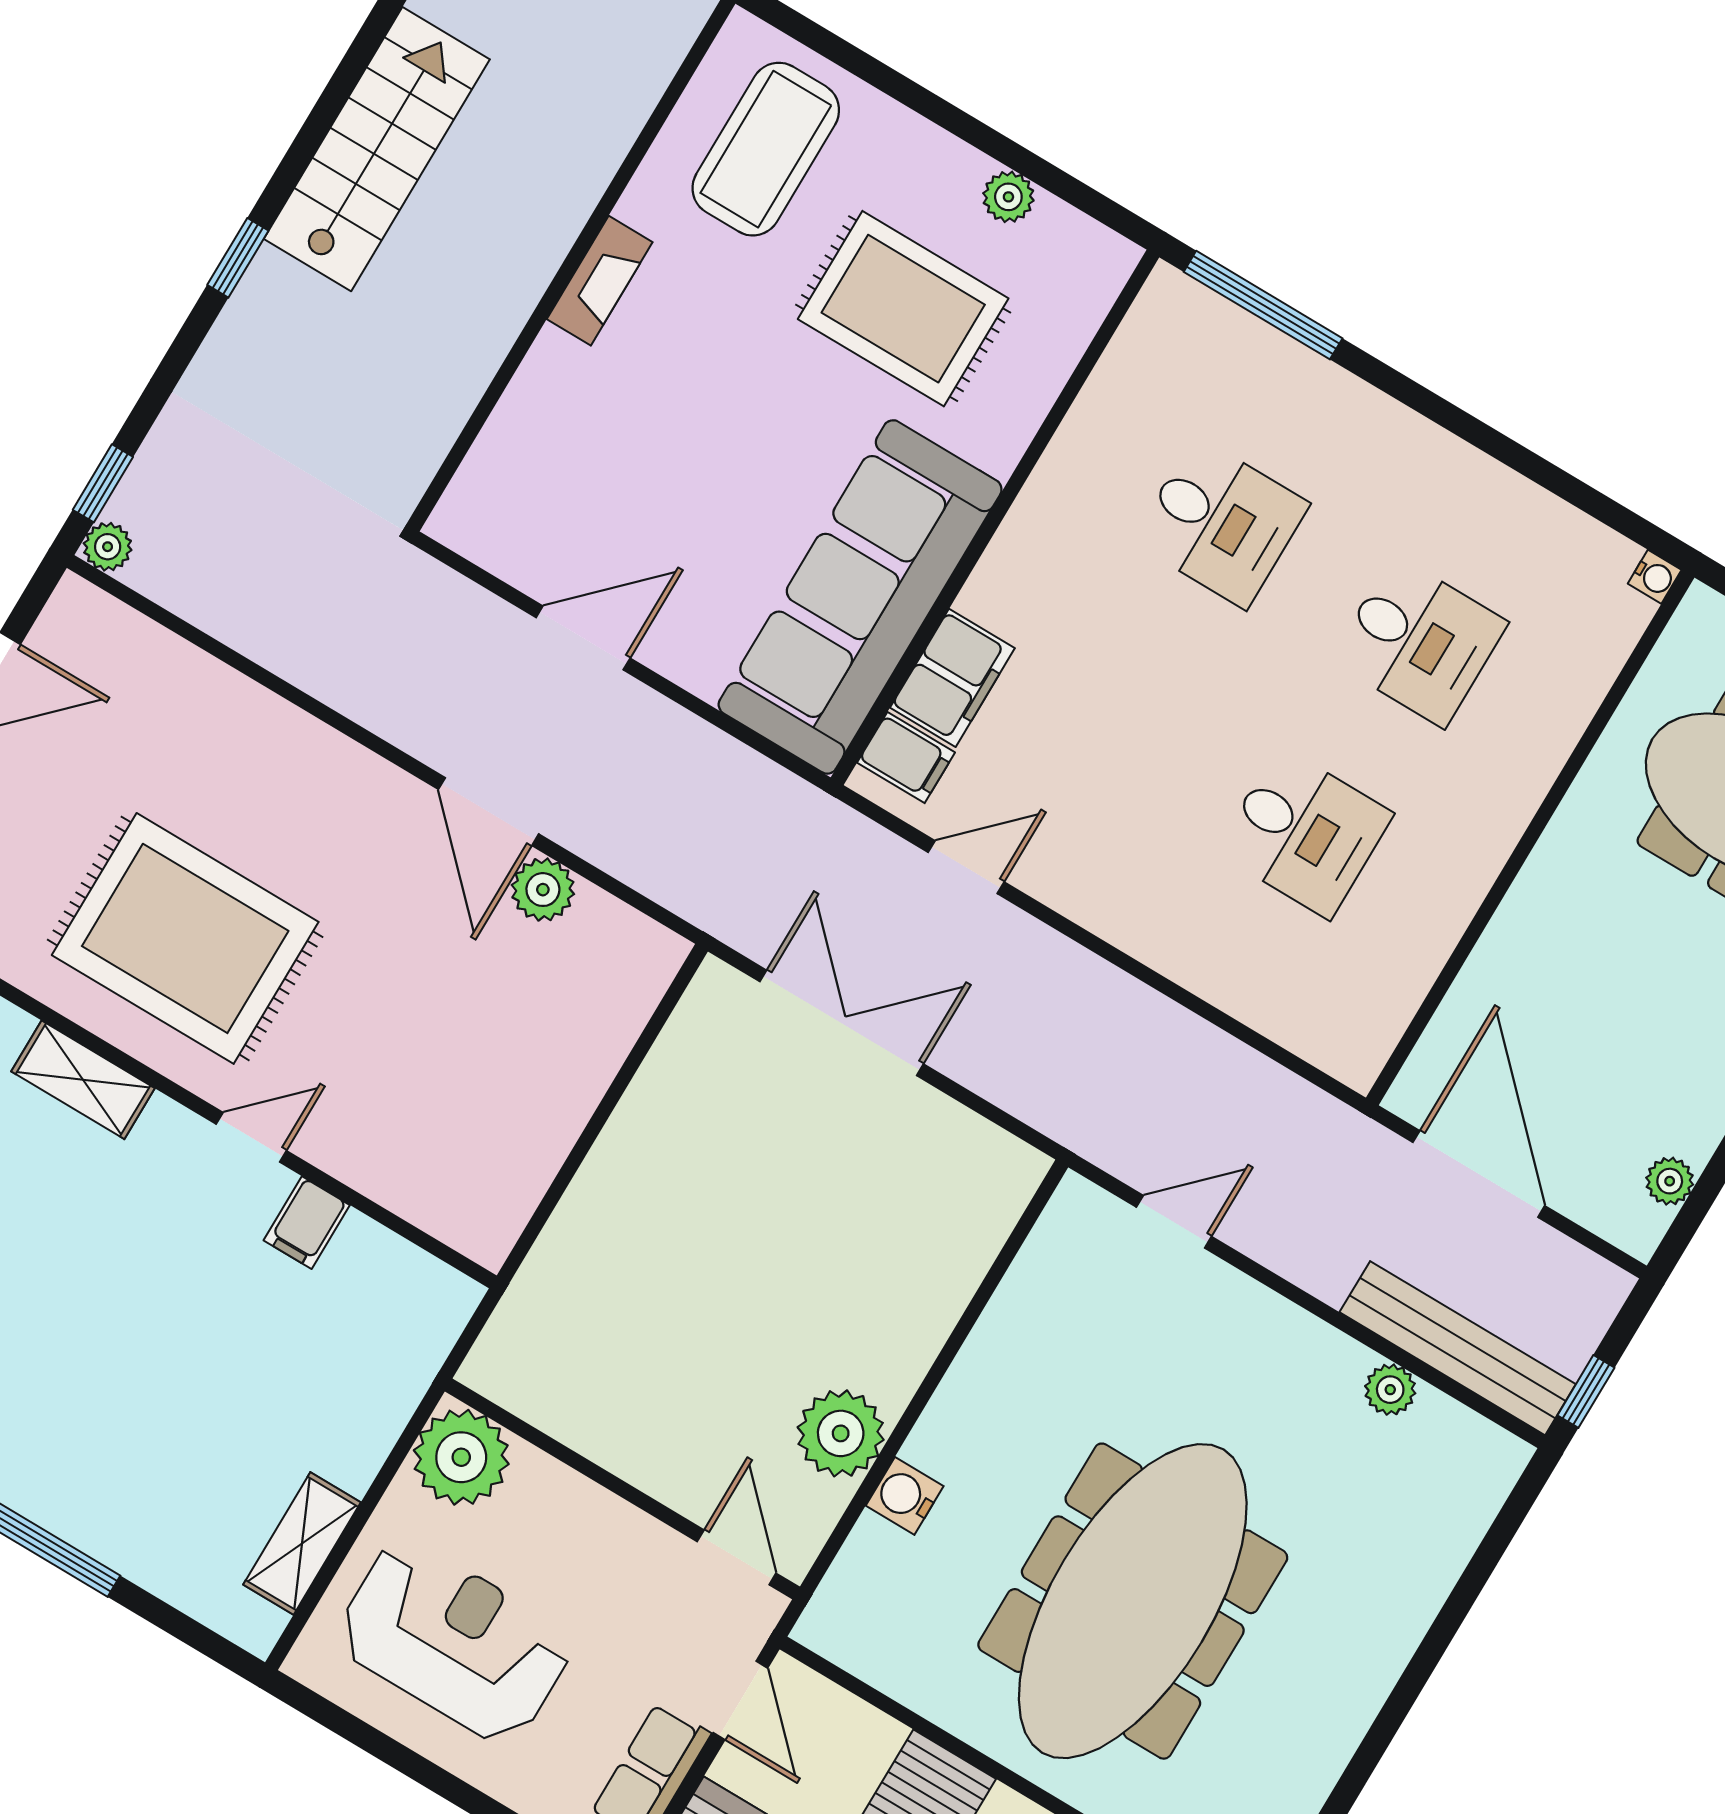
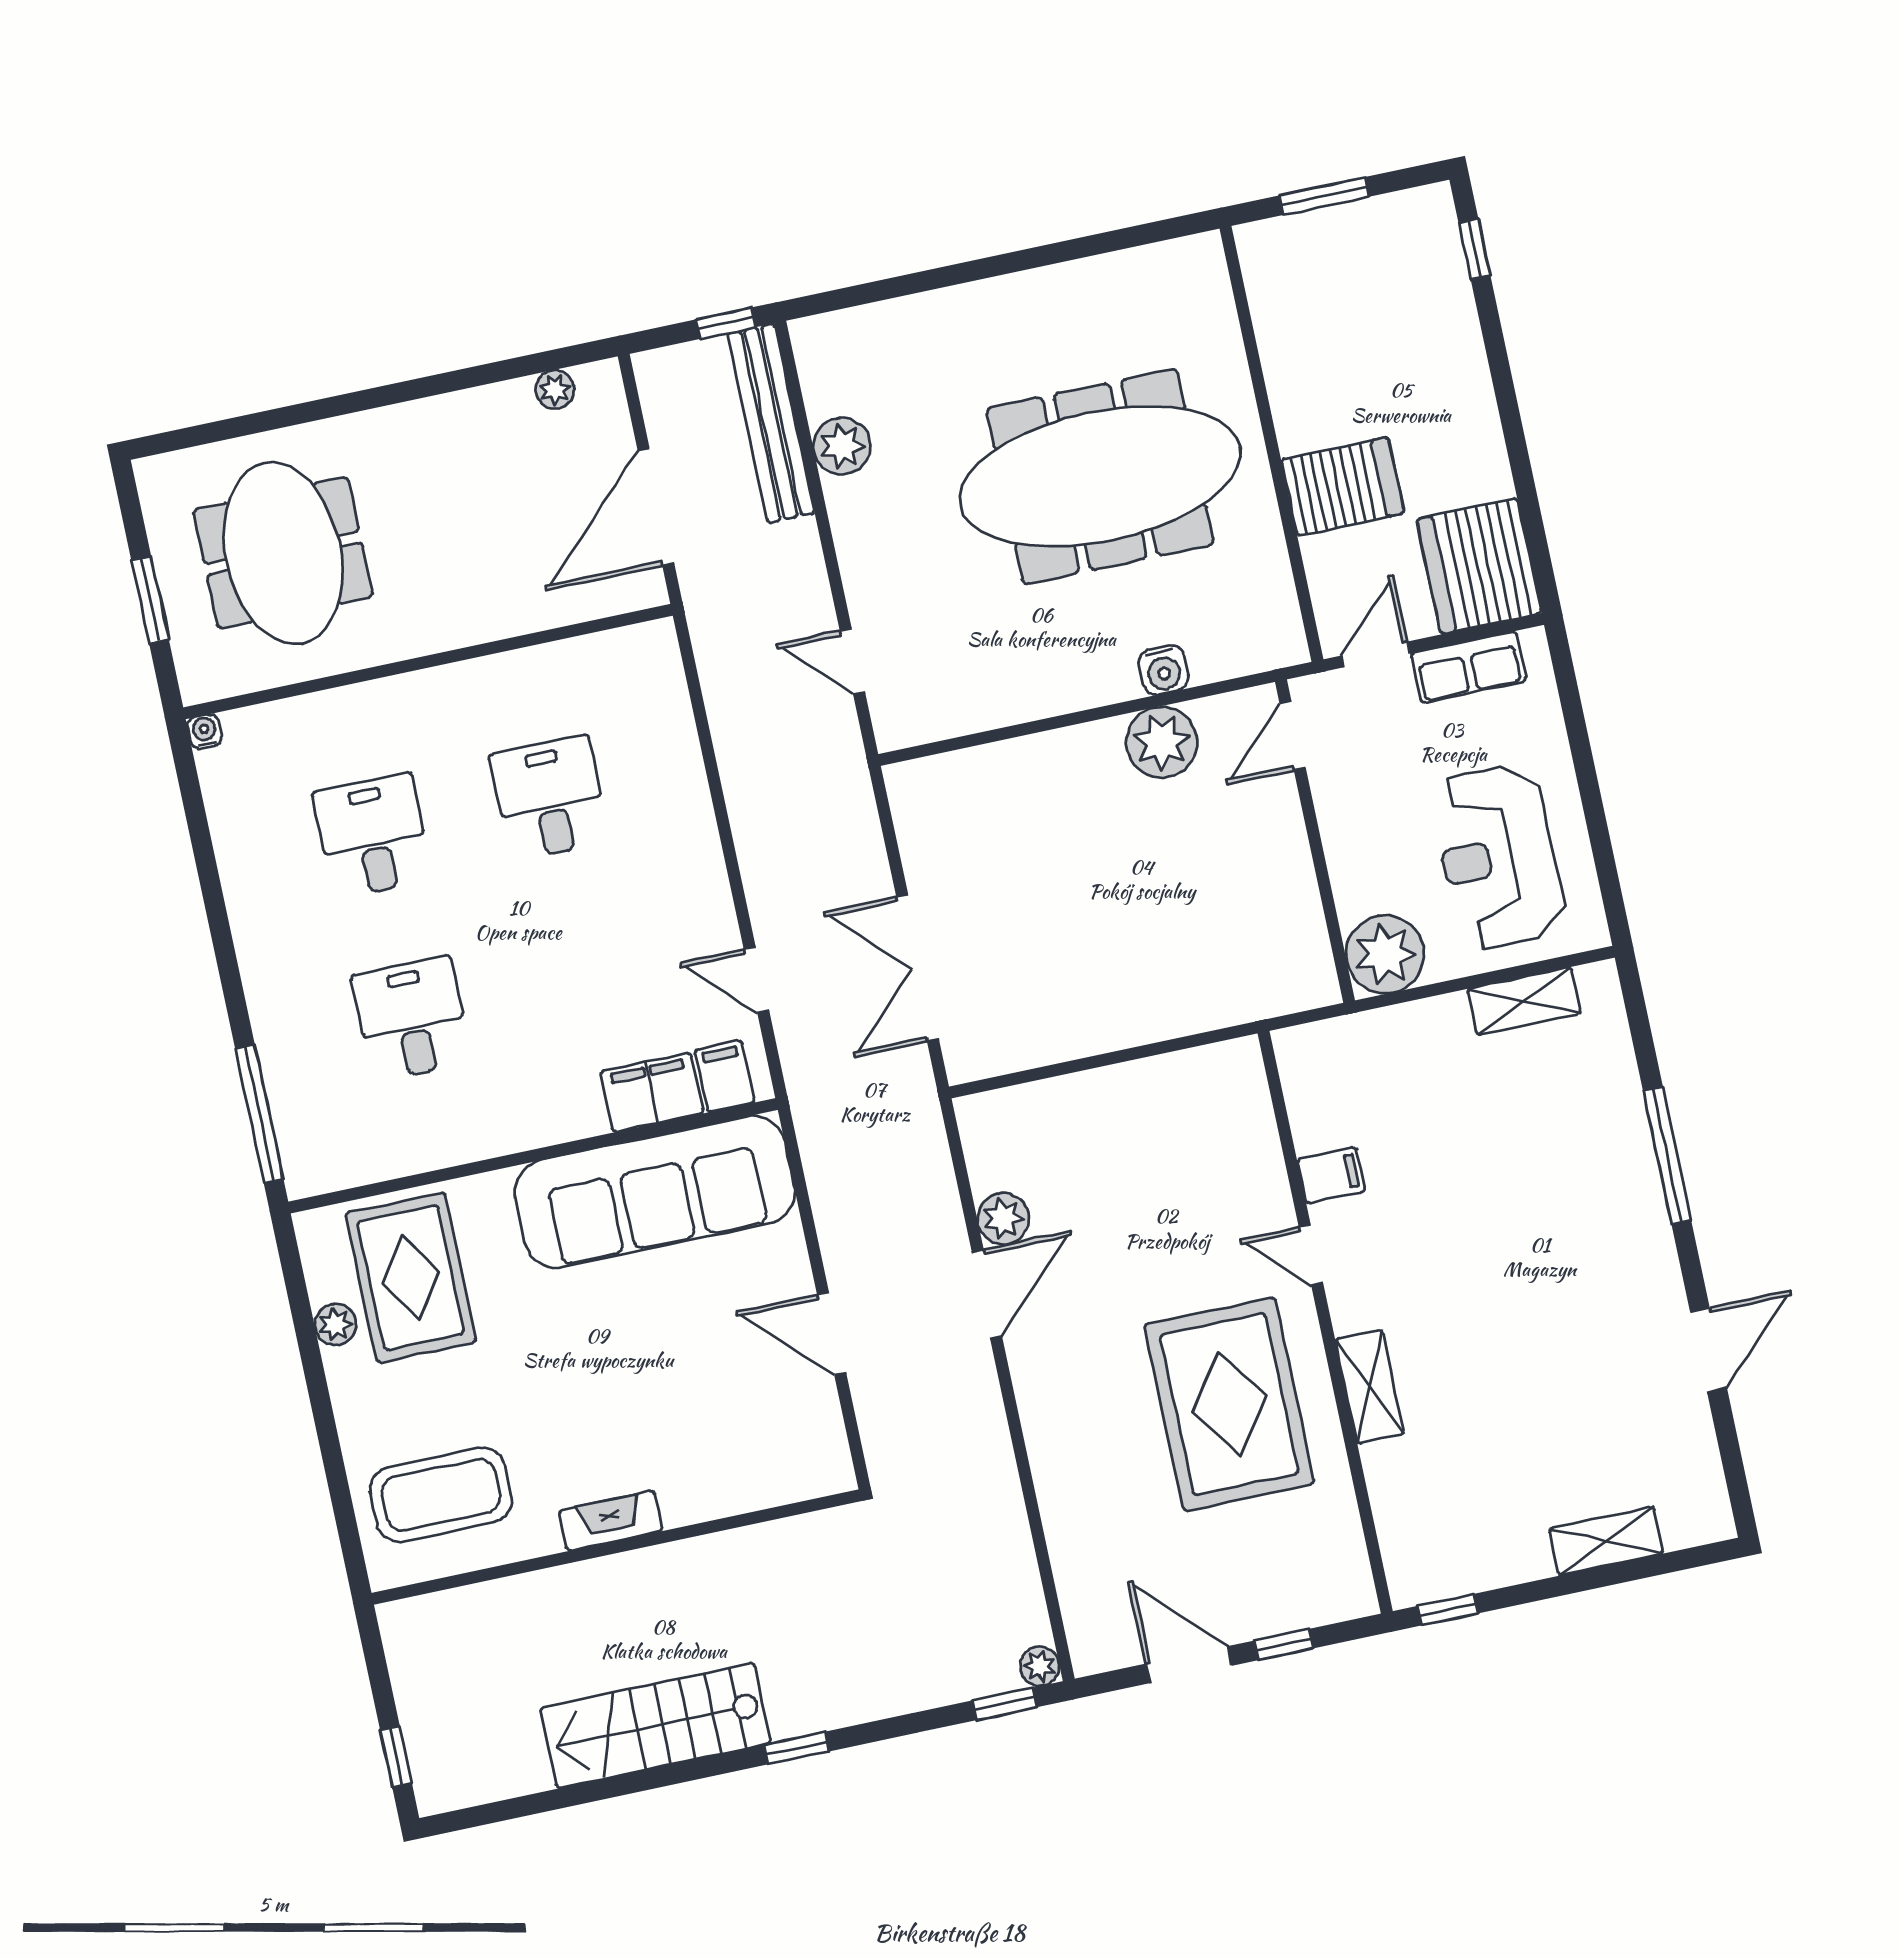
rug: (903, 309) -> (411, 1278), moved
plant: (1390, 1390) -> (842, 446), width x1.38, depth x1.38

